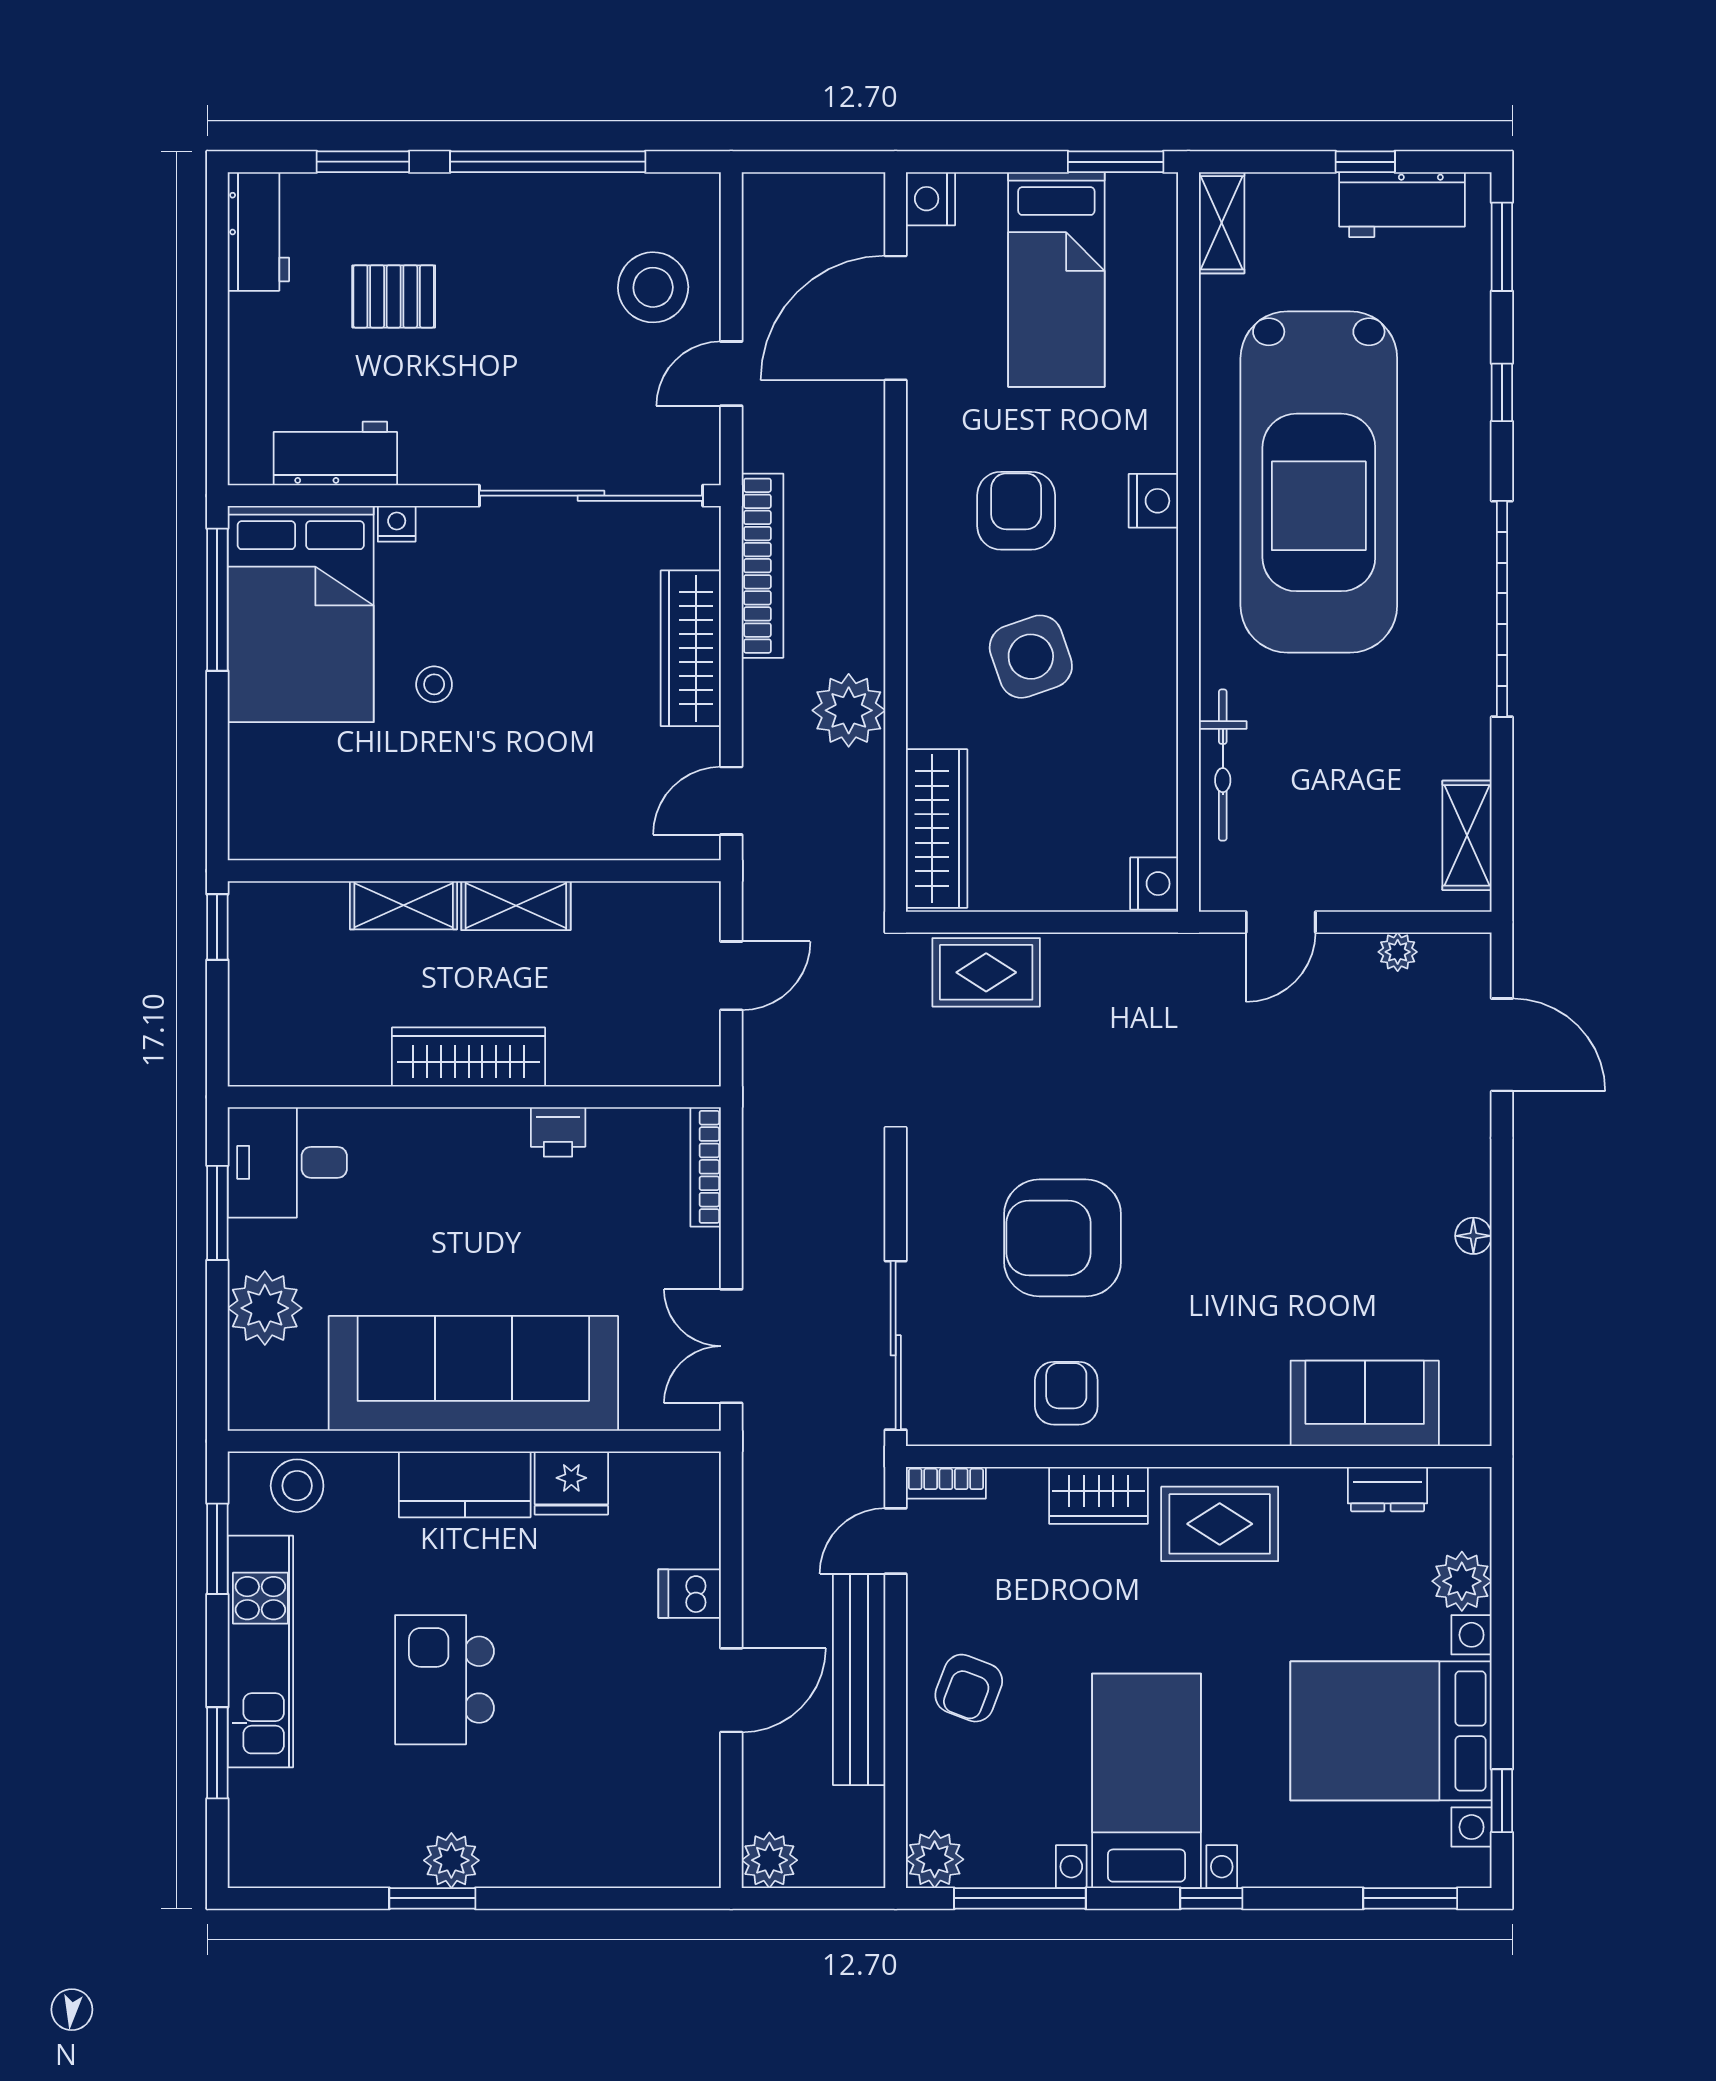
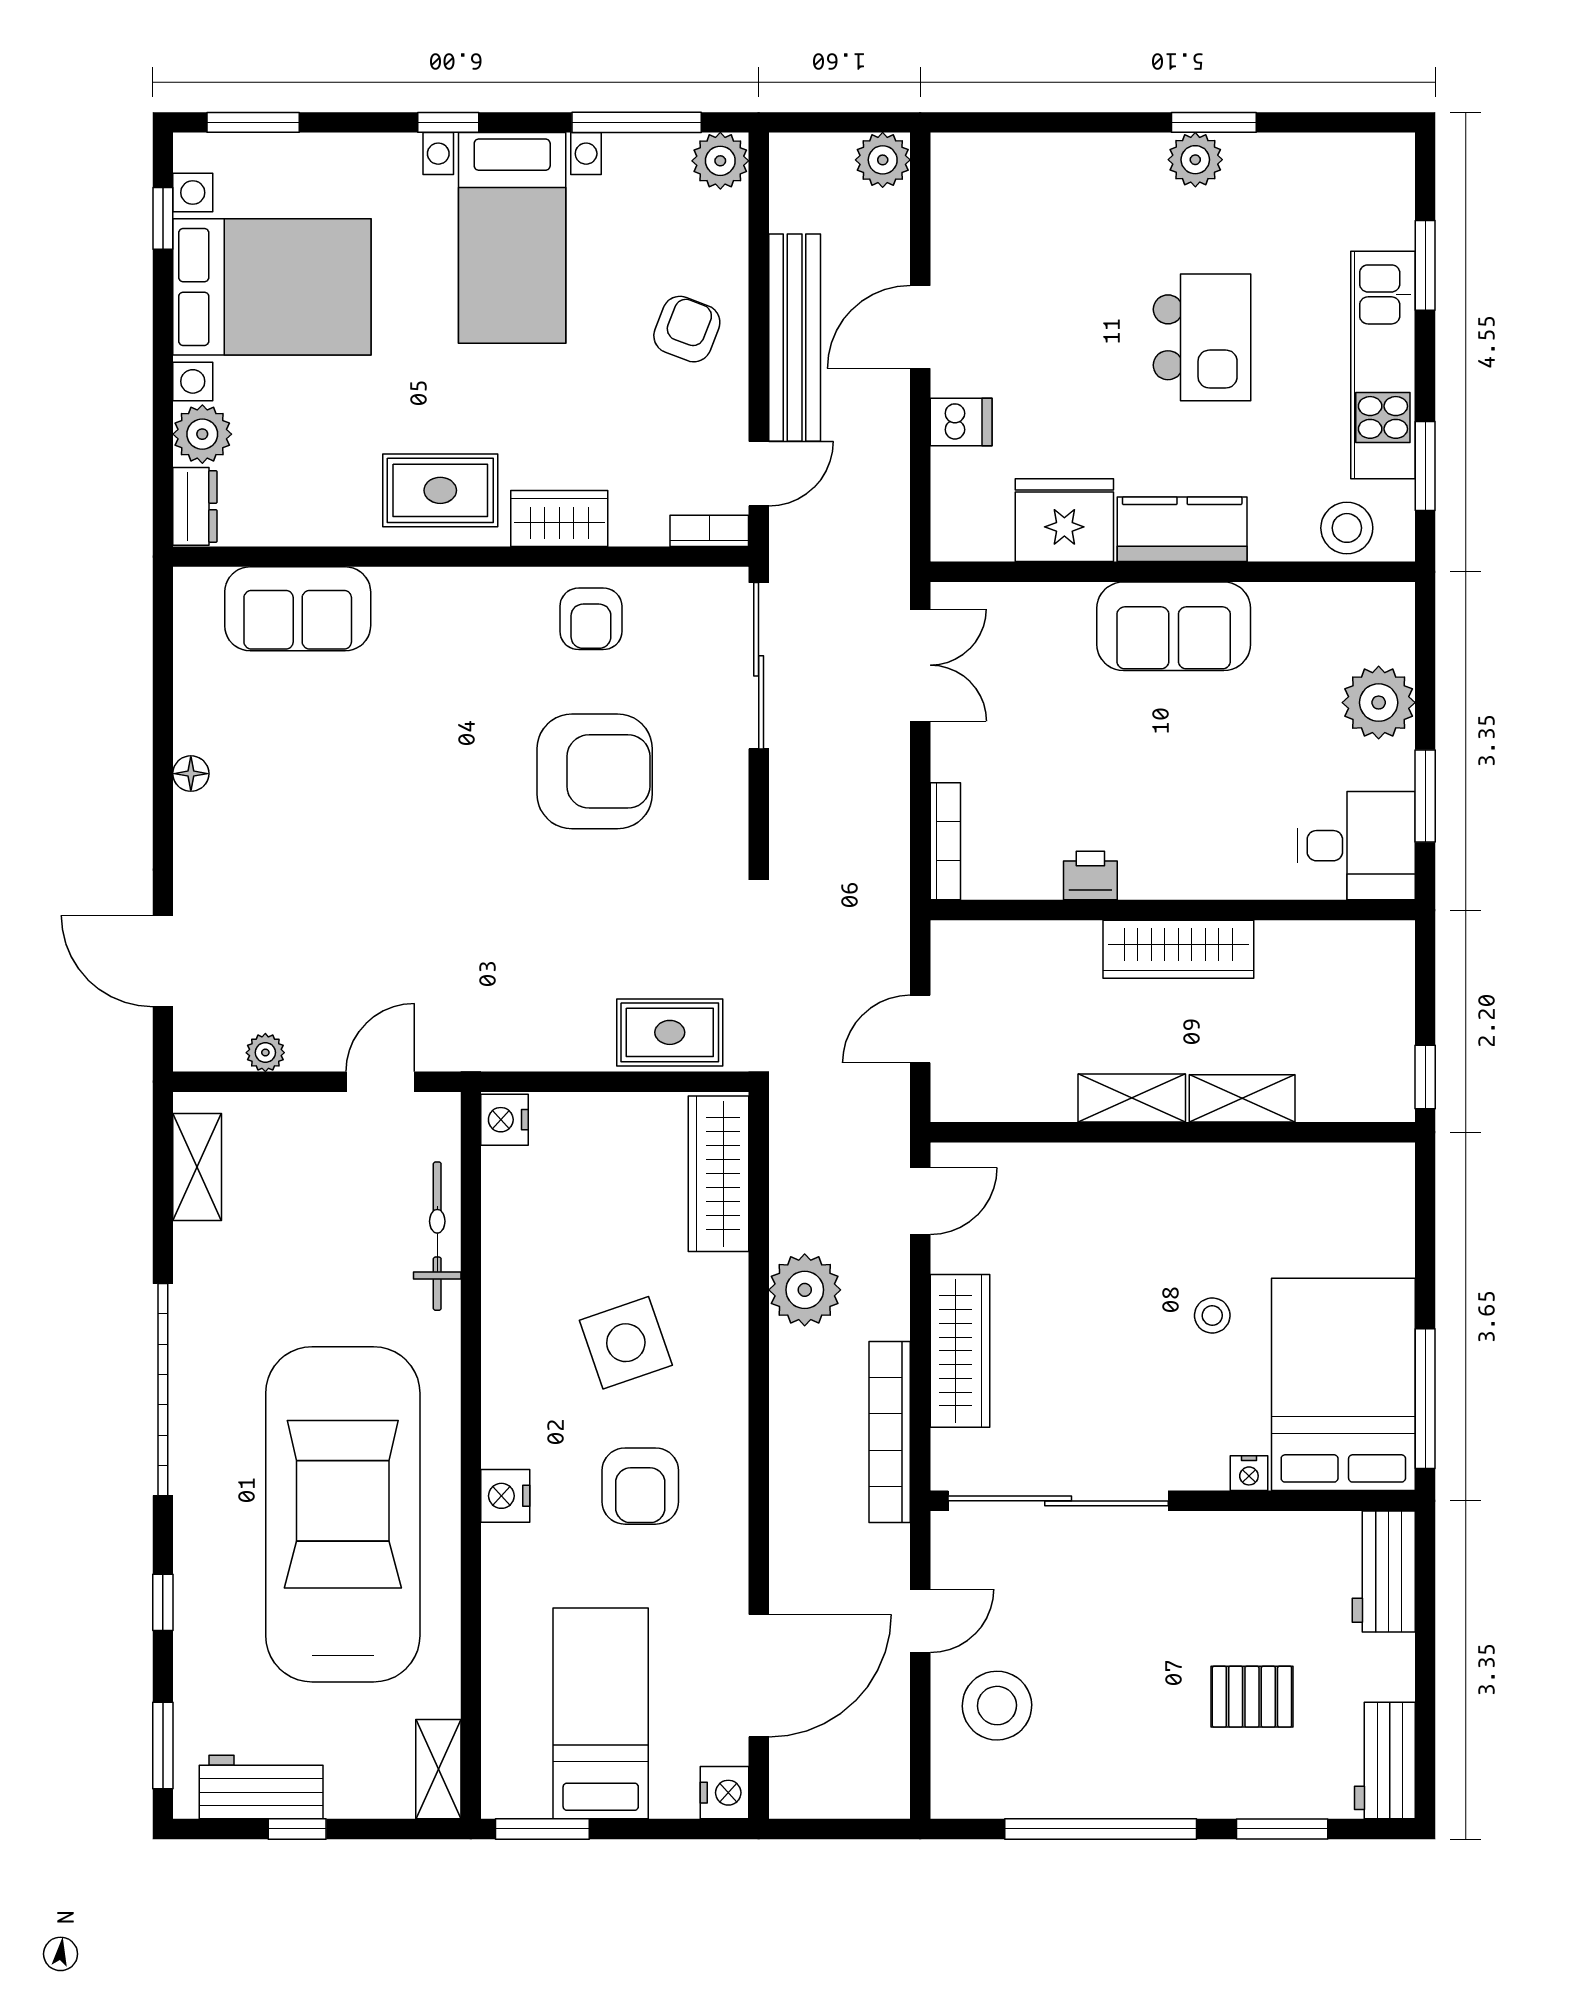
workbench: (335, 454) -> (1384, 1572), moved, turned 90
sofa: (473, 1373) -> (1174, 626), width x0.54, depth x0.79
fridge: (571, 1483) -> (1064, 520), width x1.36, depth x1.34
dresser: (1388, 1489) -> (195, 506), moved, turned 90

